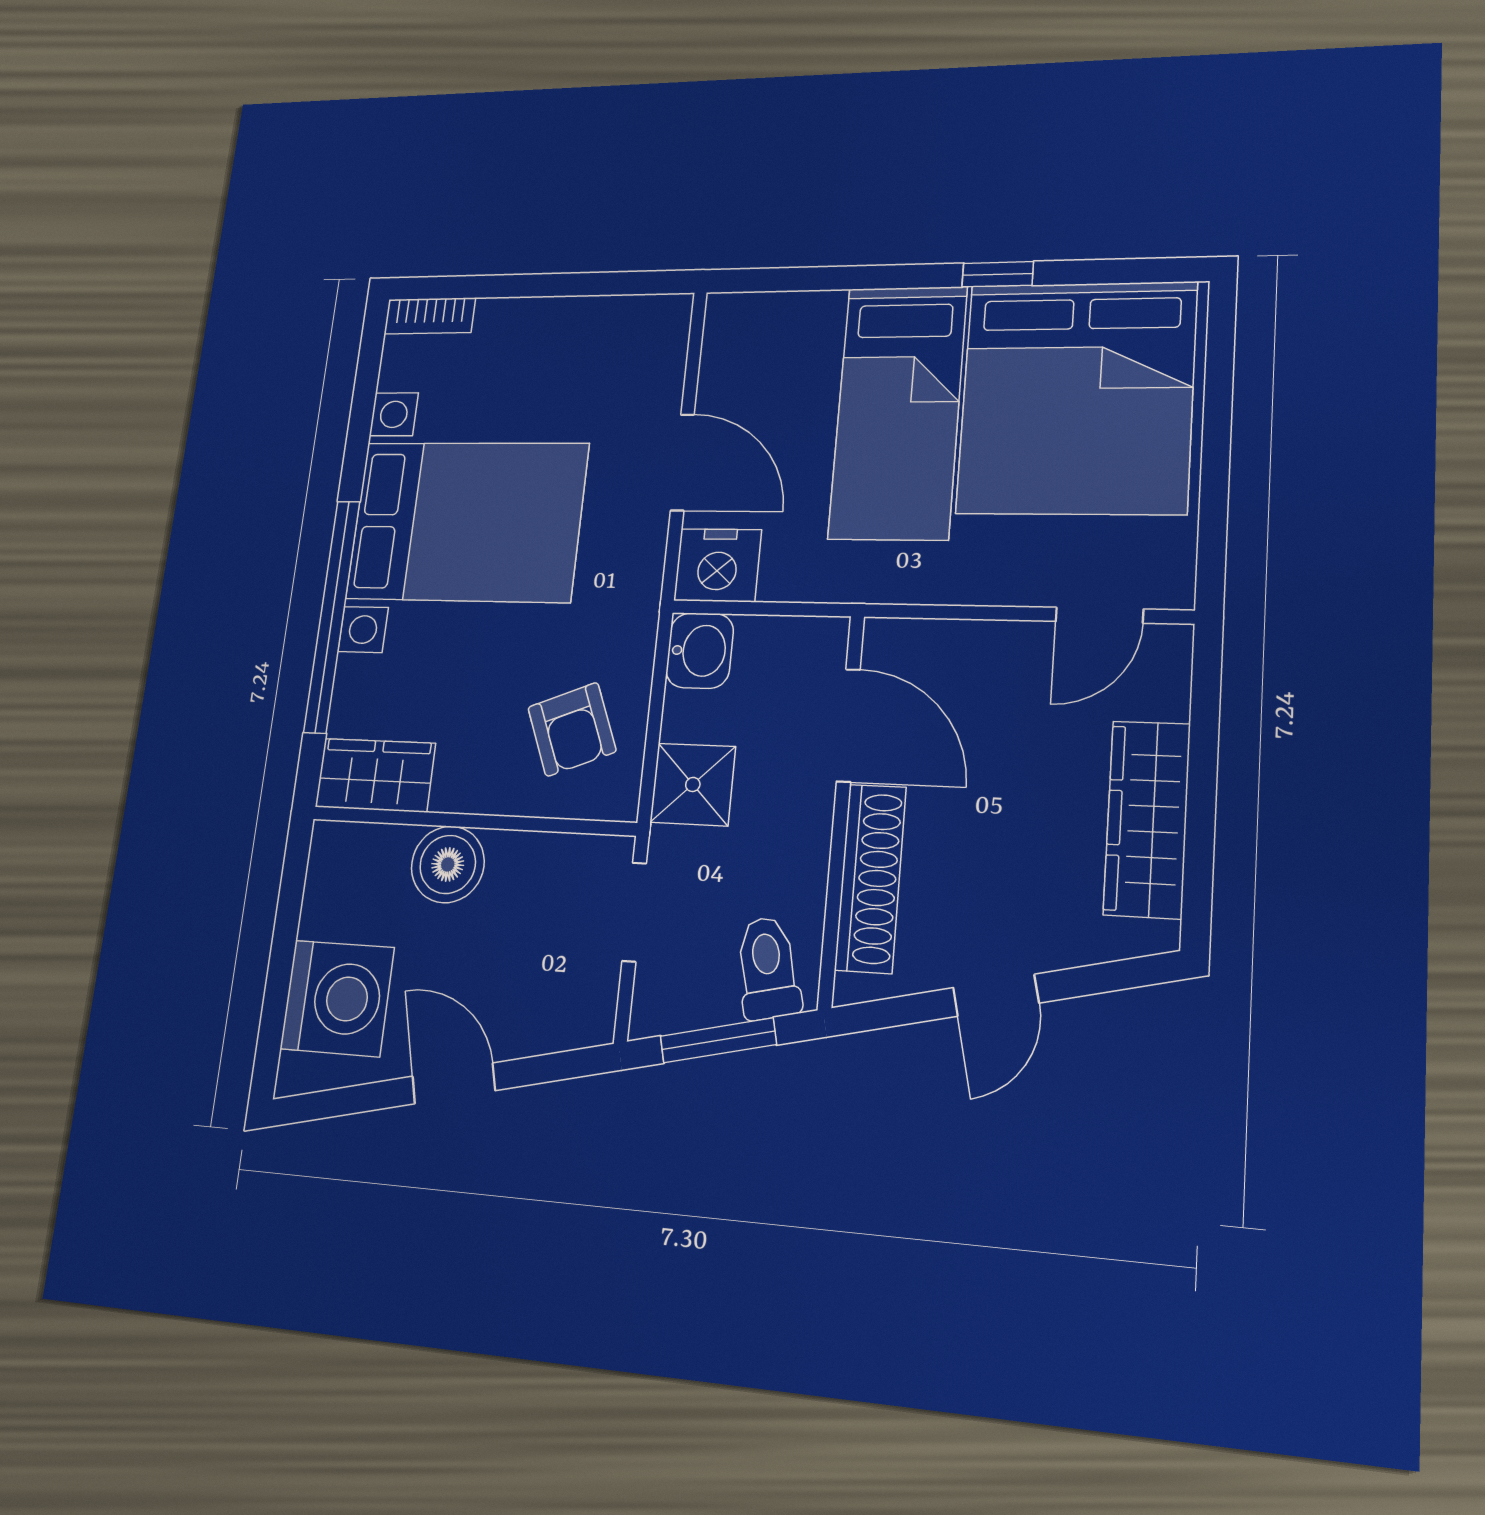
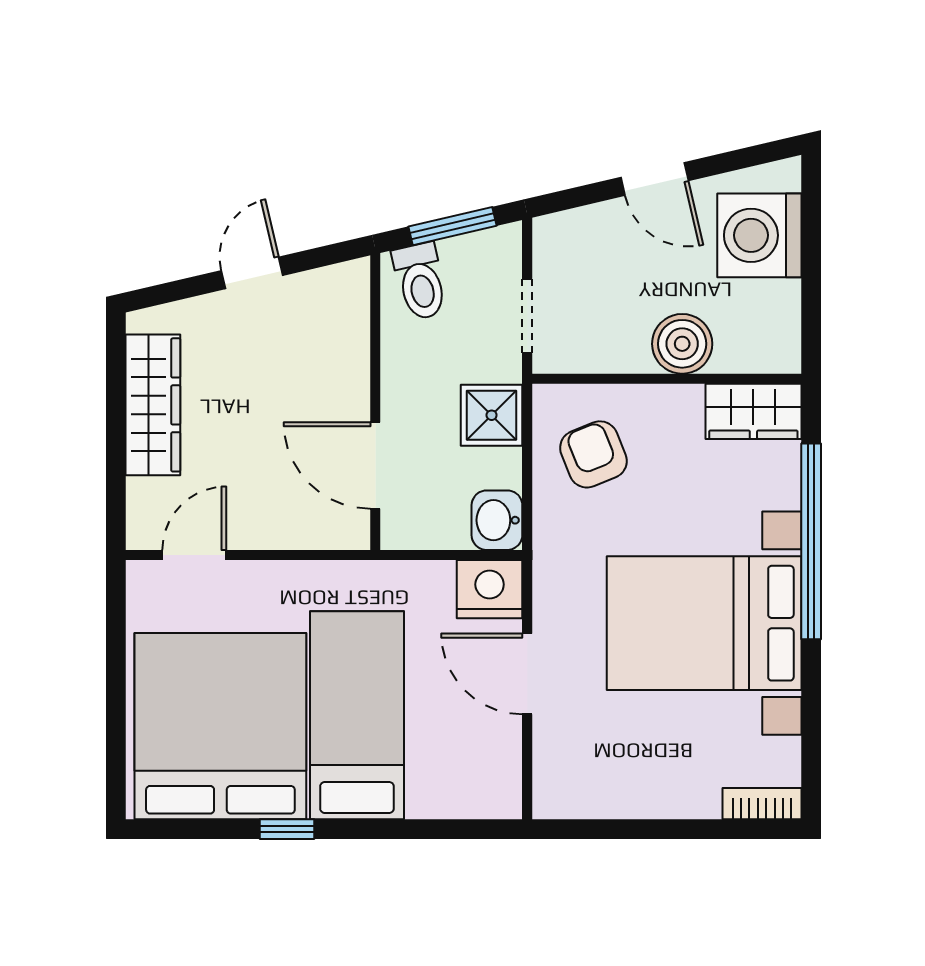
shoe rack: (870, 878) -> (349, 352), removed

